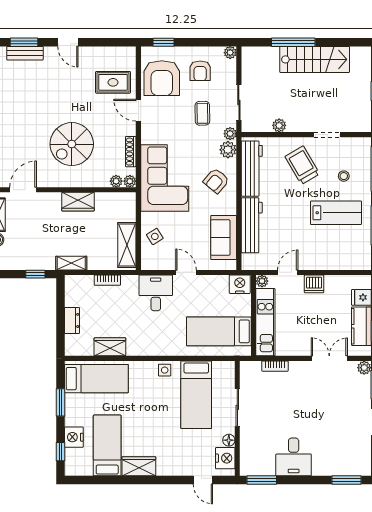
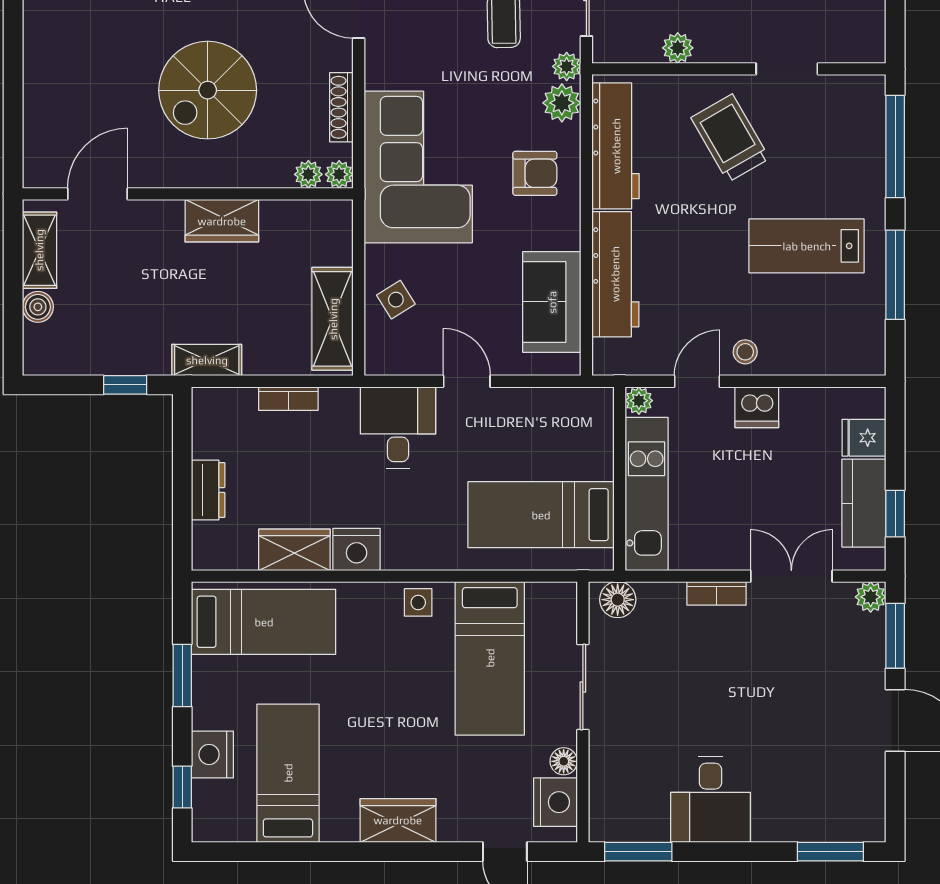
stool: (344, 176) -> (745, 352), moved
armchair: (216, 181) -> (535, 173), turned -130
lab bench: (336, 213) -> (807, 246), turned 180
nightstand: (240, 284) -> (357, 549), moved, turned 180
bookcase: (275, 366) -> (717, 593), moved
floor lamp: (253, 369) -> (618, 600), added
wardrobe: (139, 466) -> (398, 820), moved

